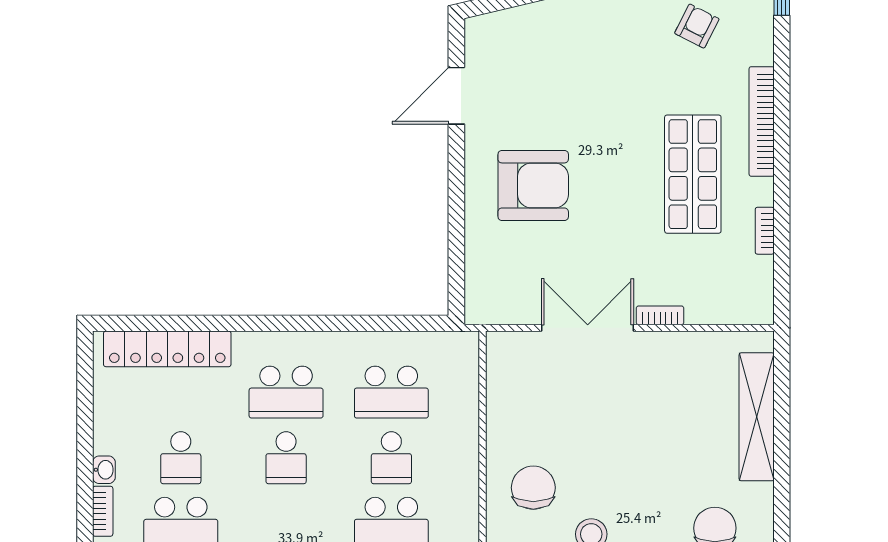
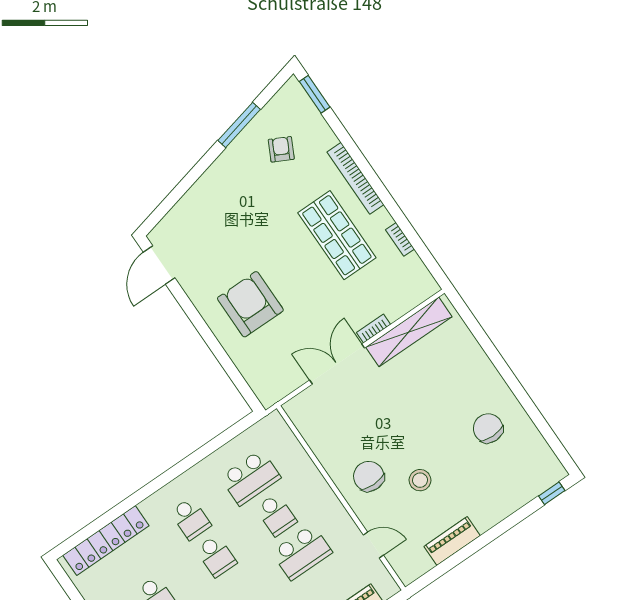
door: (456, 96) -> (159, 265), moved
armchair: (533, 185) -> (250, 304), turned -90
school desk: (286, 392) -> (191, 519), width x0.54
shelving: (757, 417) -> (409, 332), moved, turned 90

